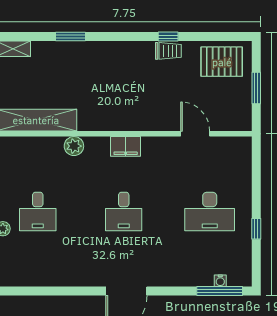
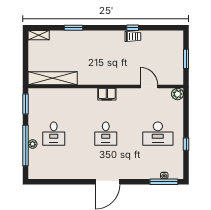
pallet: (222, 62) -> (165, 43), removed
plant: (74, 146) -> (178, 94), moved

